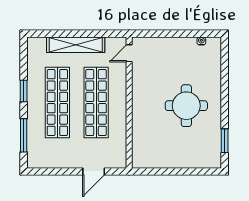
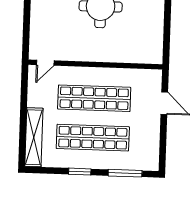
shelving: (76, 45) -> (34, 137), moved
door: (129, 53) -> (45, 63), hinge flipped

